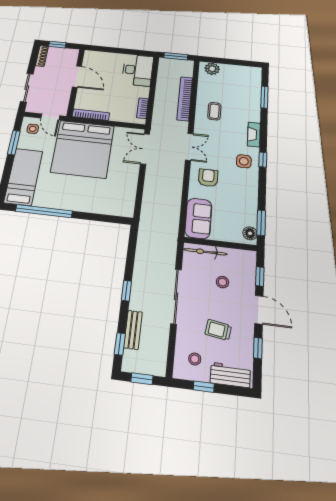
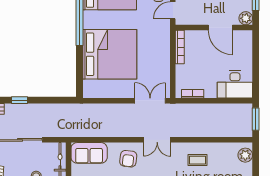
plant: (72, 54) -> (246, 18), added
door: (77, 77) -> (220, 28), hinge flipped
bookcase: (185, 99) -> (208, 132), removed
bed: (83, 149) -> (110, 54), moved, turned 180
armchair: (208, 178) -> (128, 159), turned 97

